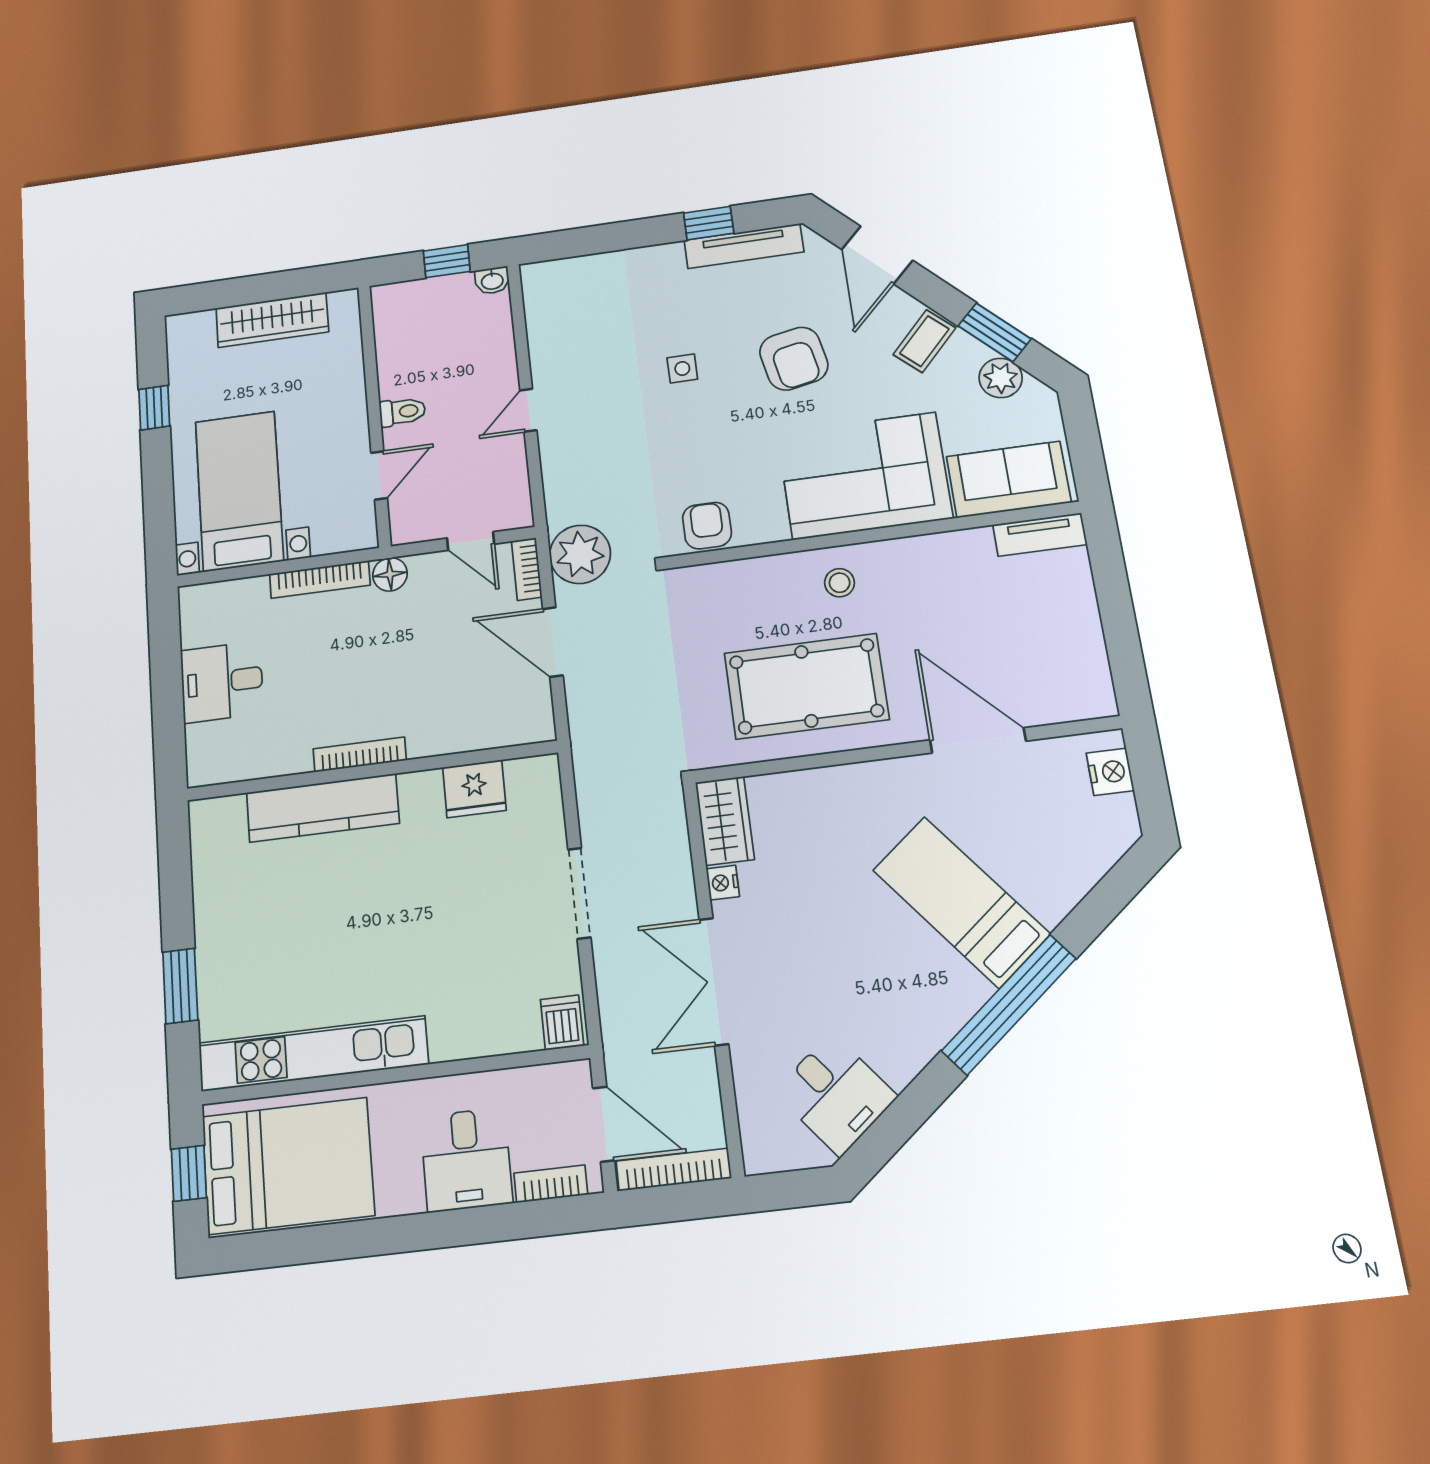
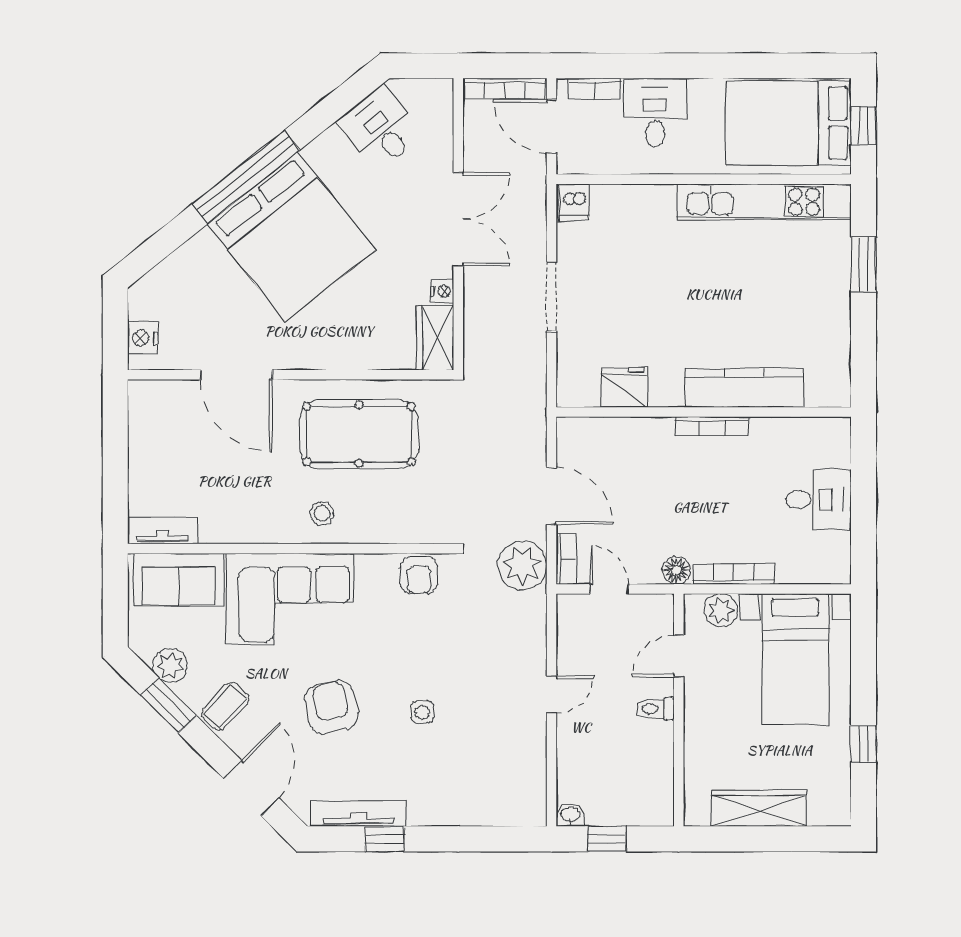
plant: (332, 535) -> (721, 610), added
bed: (961, 902) -> (291, 237), width x2.04

